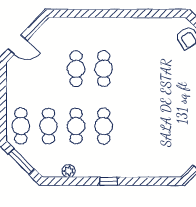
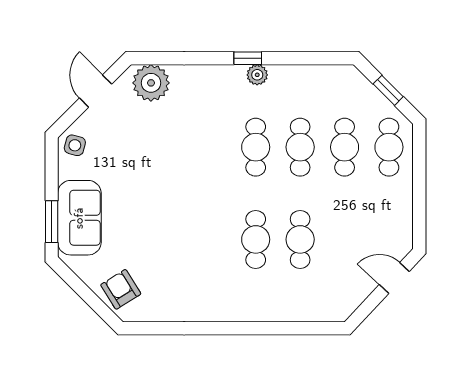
window: (21, 161) -> (388, 90), width x0.67
plant: (169, 166) -> (151, 83), added
plant: (69, 171) -> (257, 75), moved

